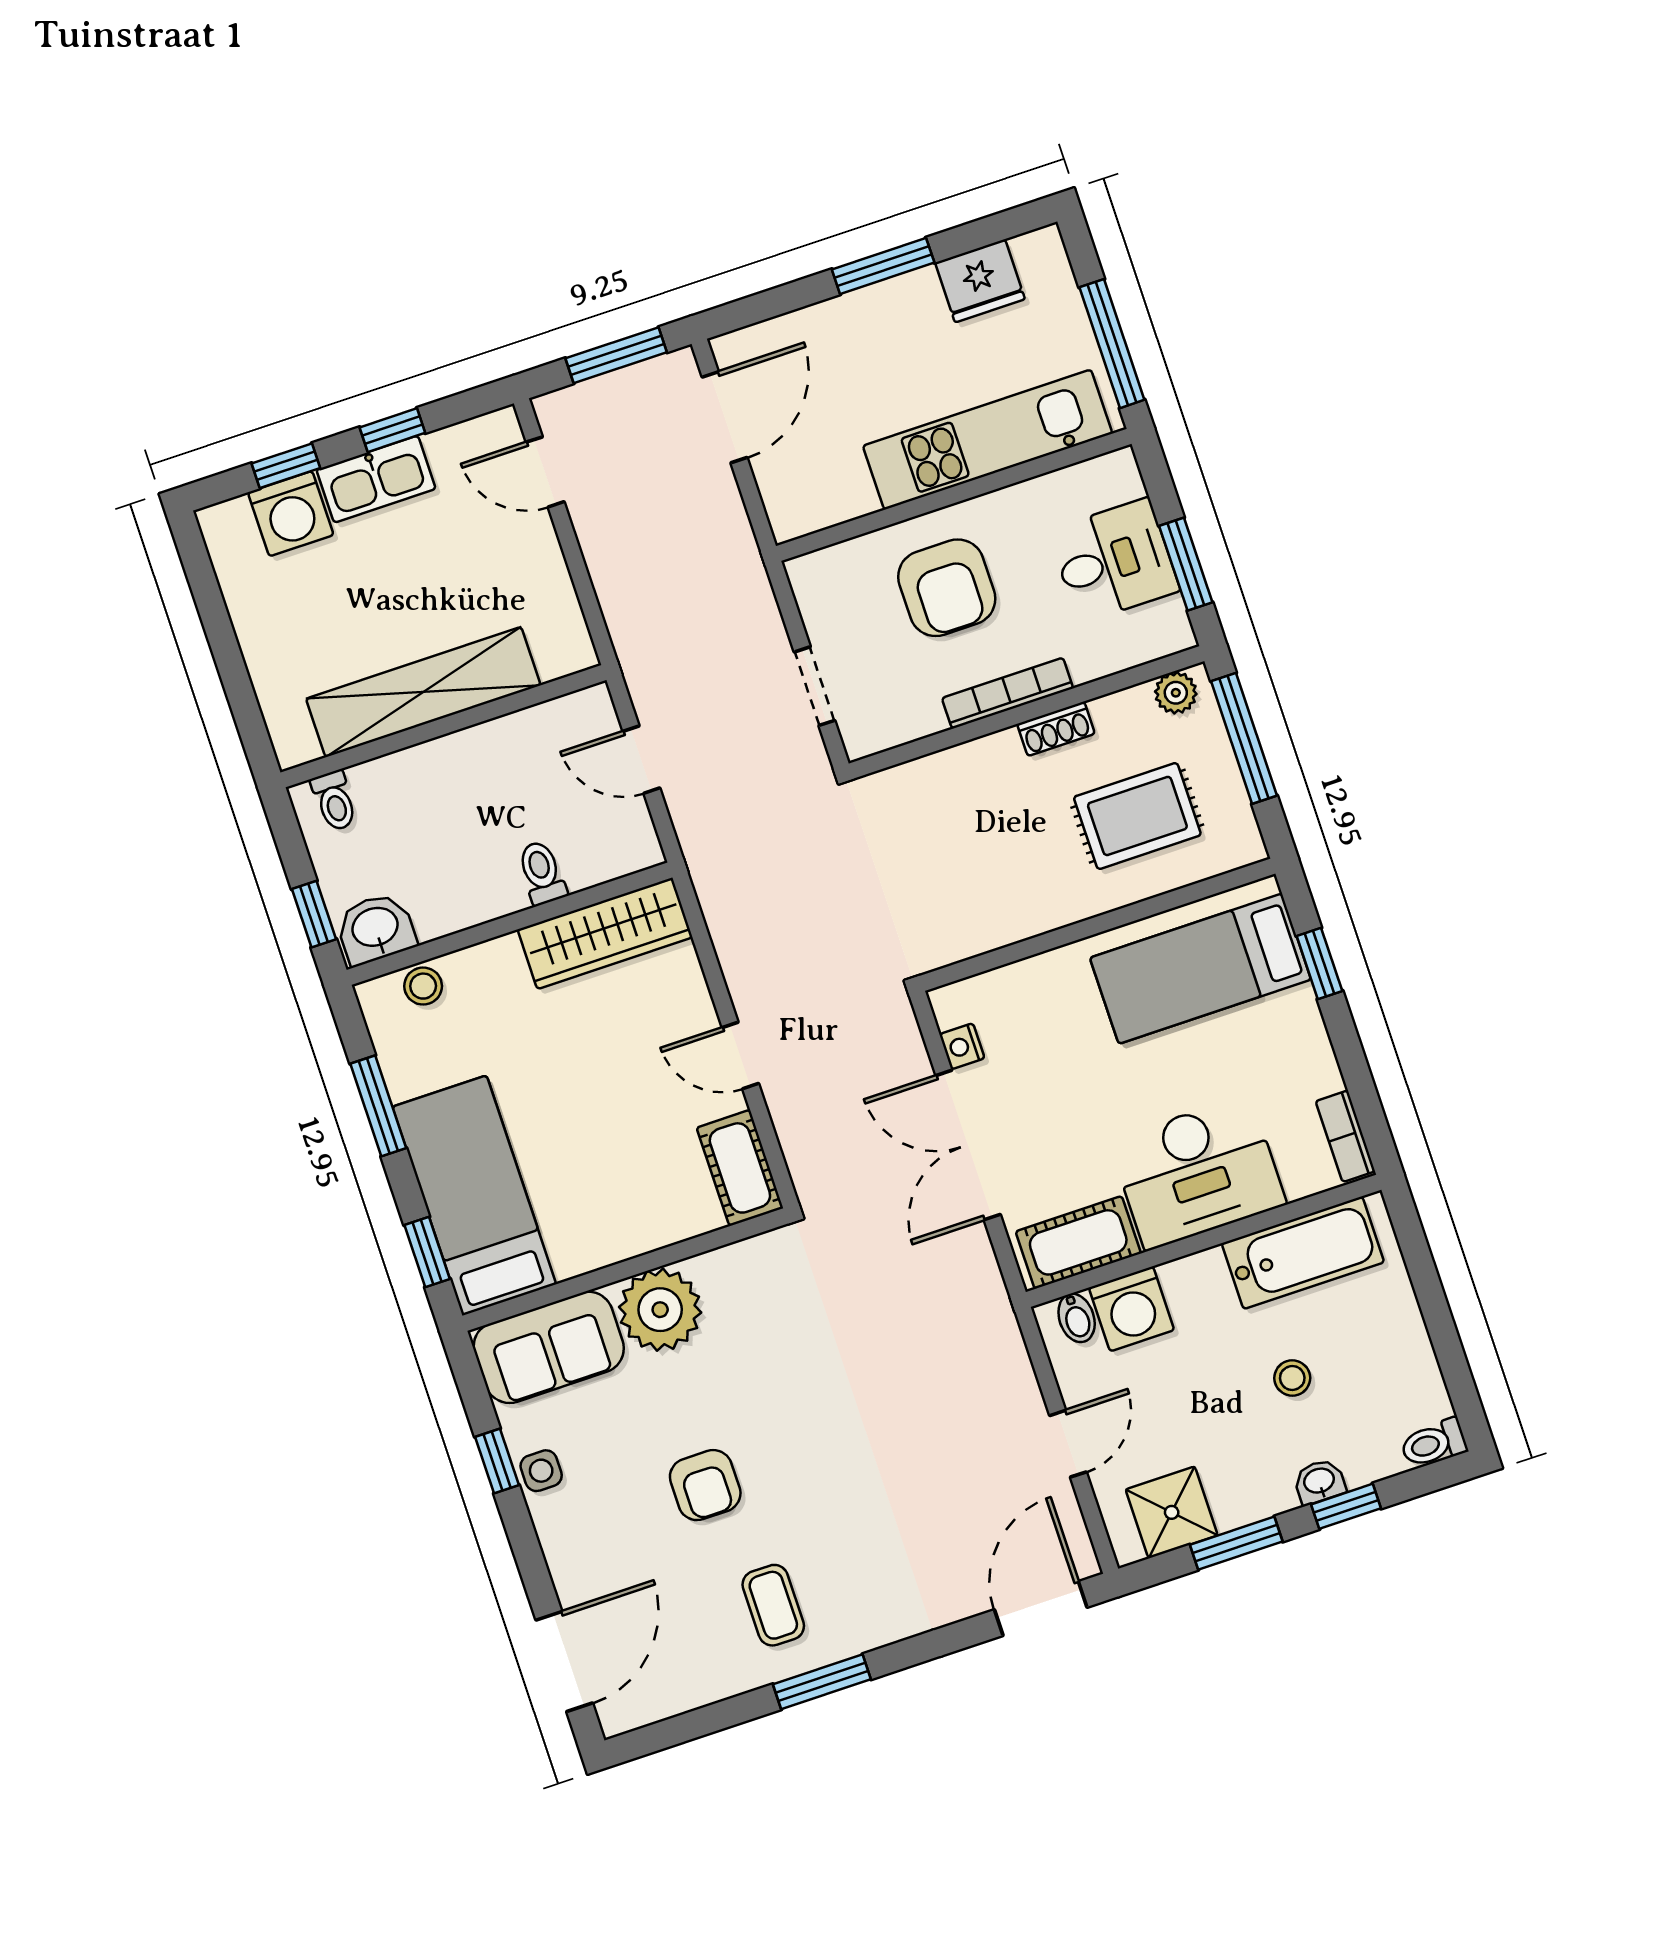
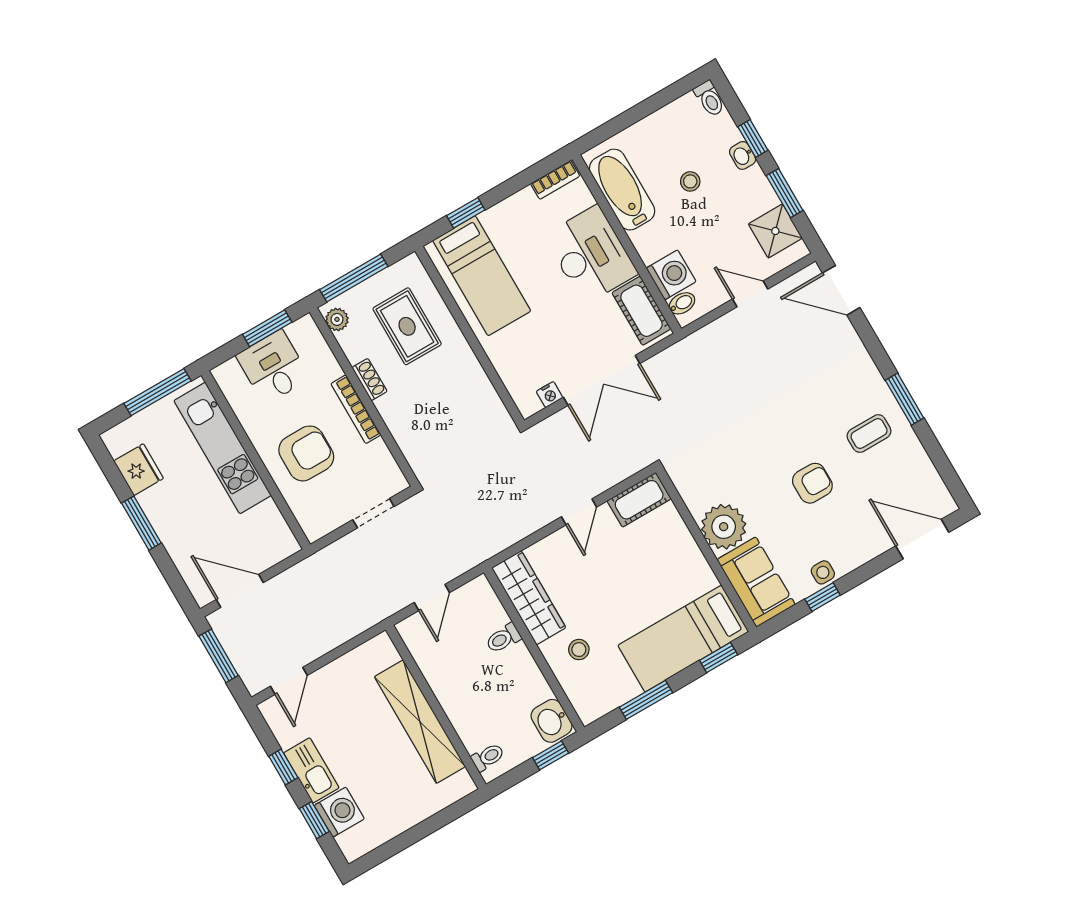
stool: (423, 986) -> (579, 650), moved

